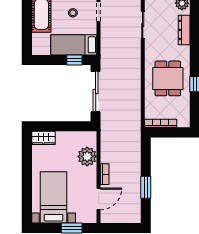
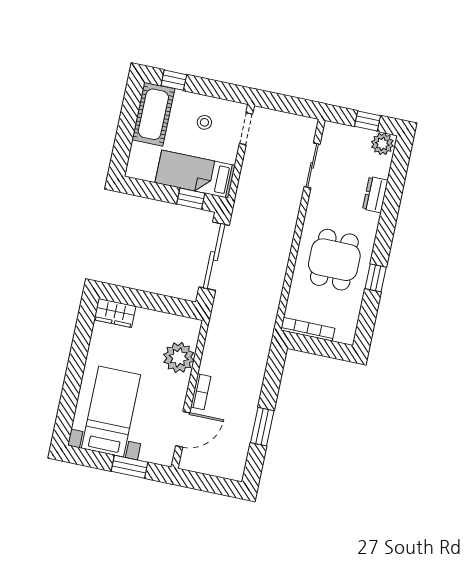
dresser: (184, 30) -> (375, 195), width x0.70

